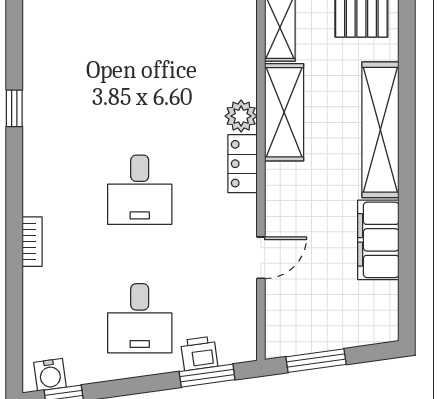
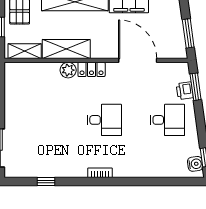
window: (14, 108) -> (46, 181), moved
bookcase: (32, 242) -> (100, 173), moved
door: (261, 258) -> (138, 60), width x1.87

